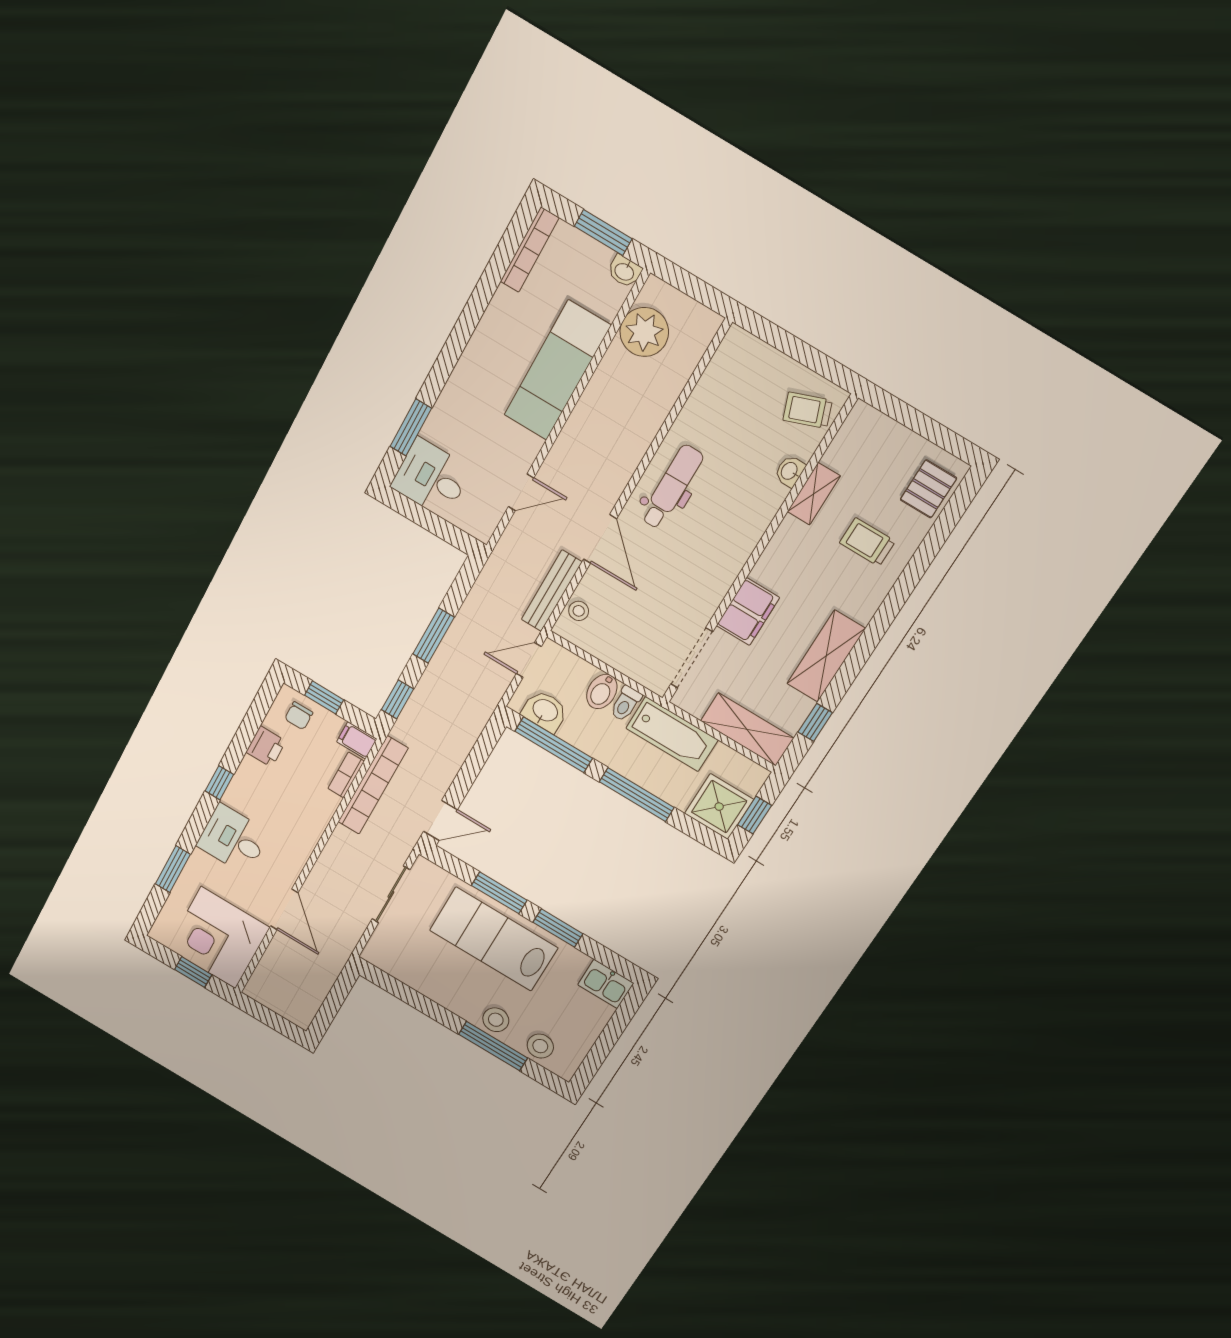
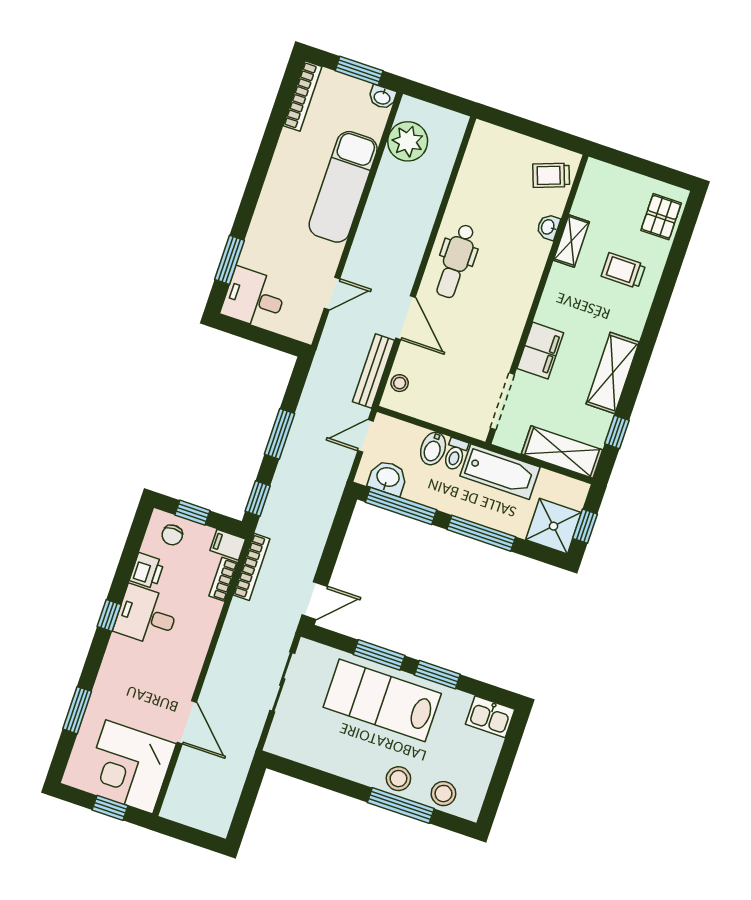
dental chair: (672, 487) -> (456, 261), turned 180
bookcase: (373, 785) -> (252, 567), width x0.68, depth x0.76
desk: (233, 839) -> (146, 616), moved

